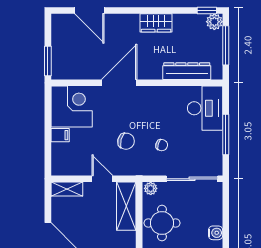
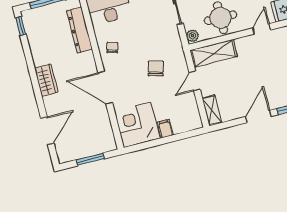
plant: (214, 22) -> (29, 17), removed
wardrobe: (156, 23) -> (46, 80), moved
window: (48, 61) -> (90, 159), moved
chair: (162, 145) -> (112, 48), moved

